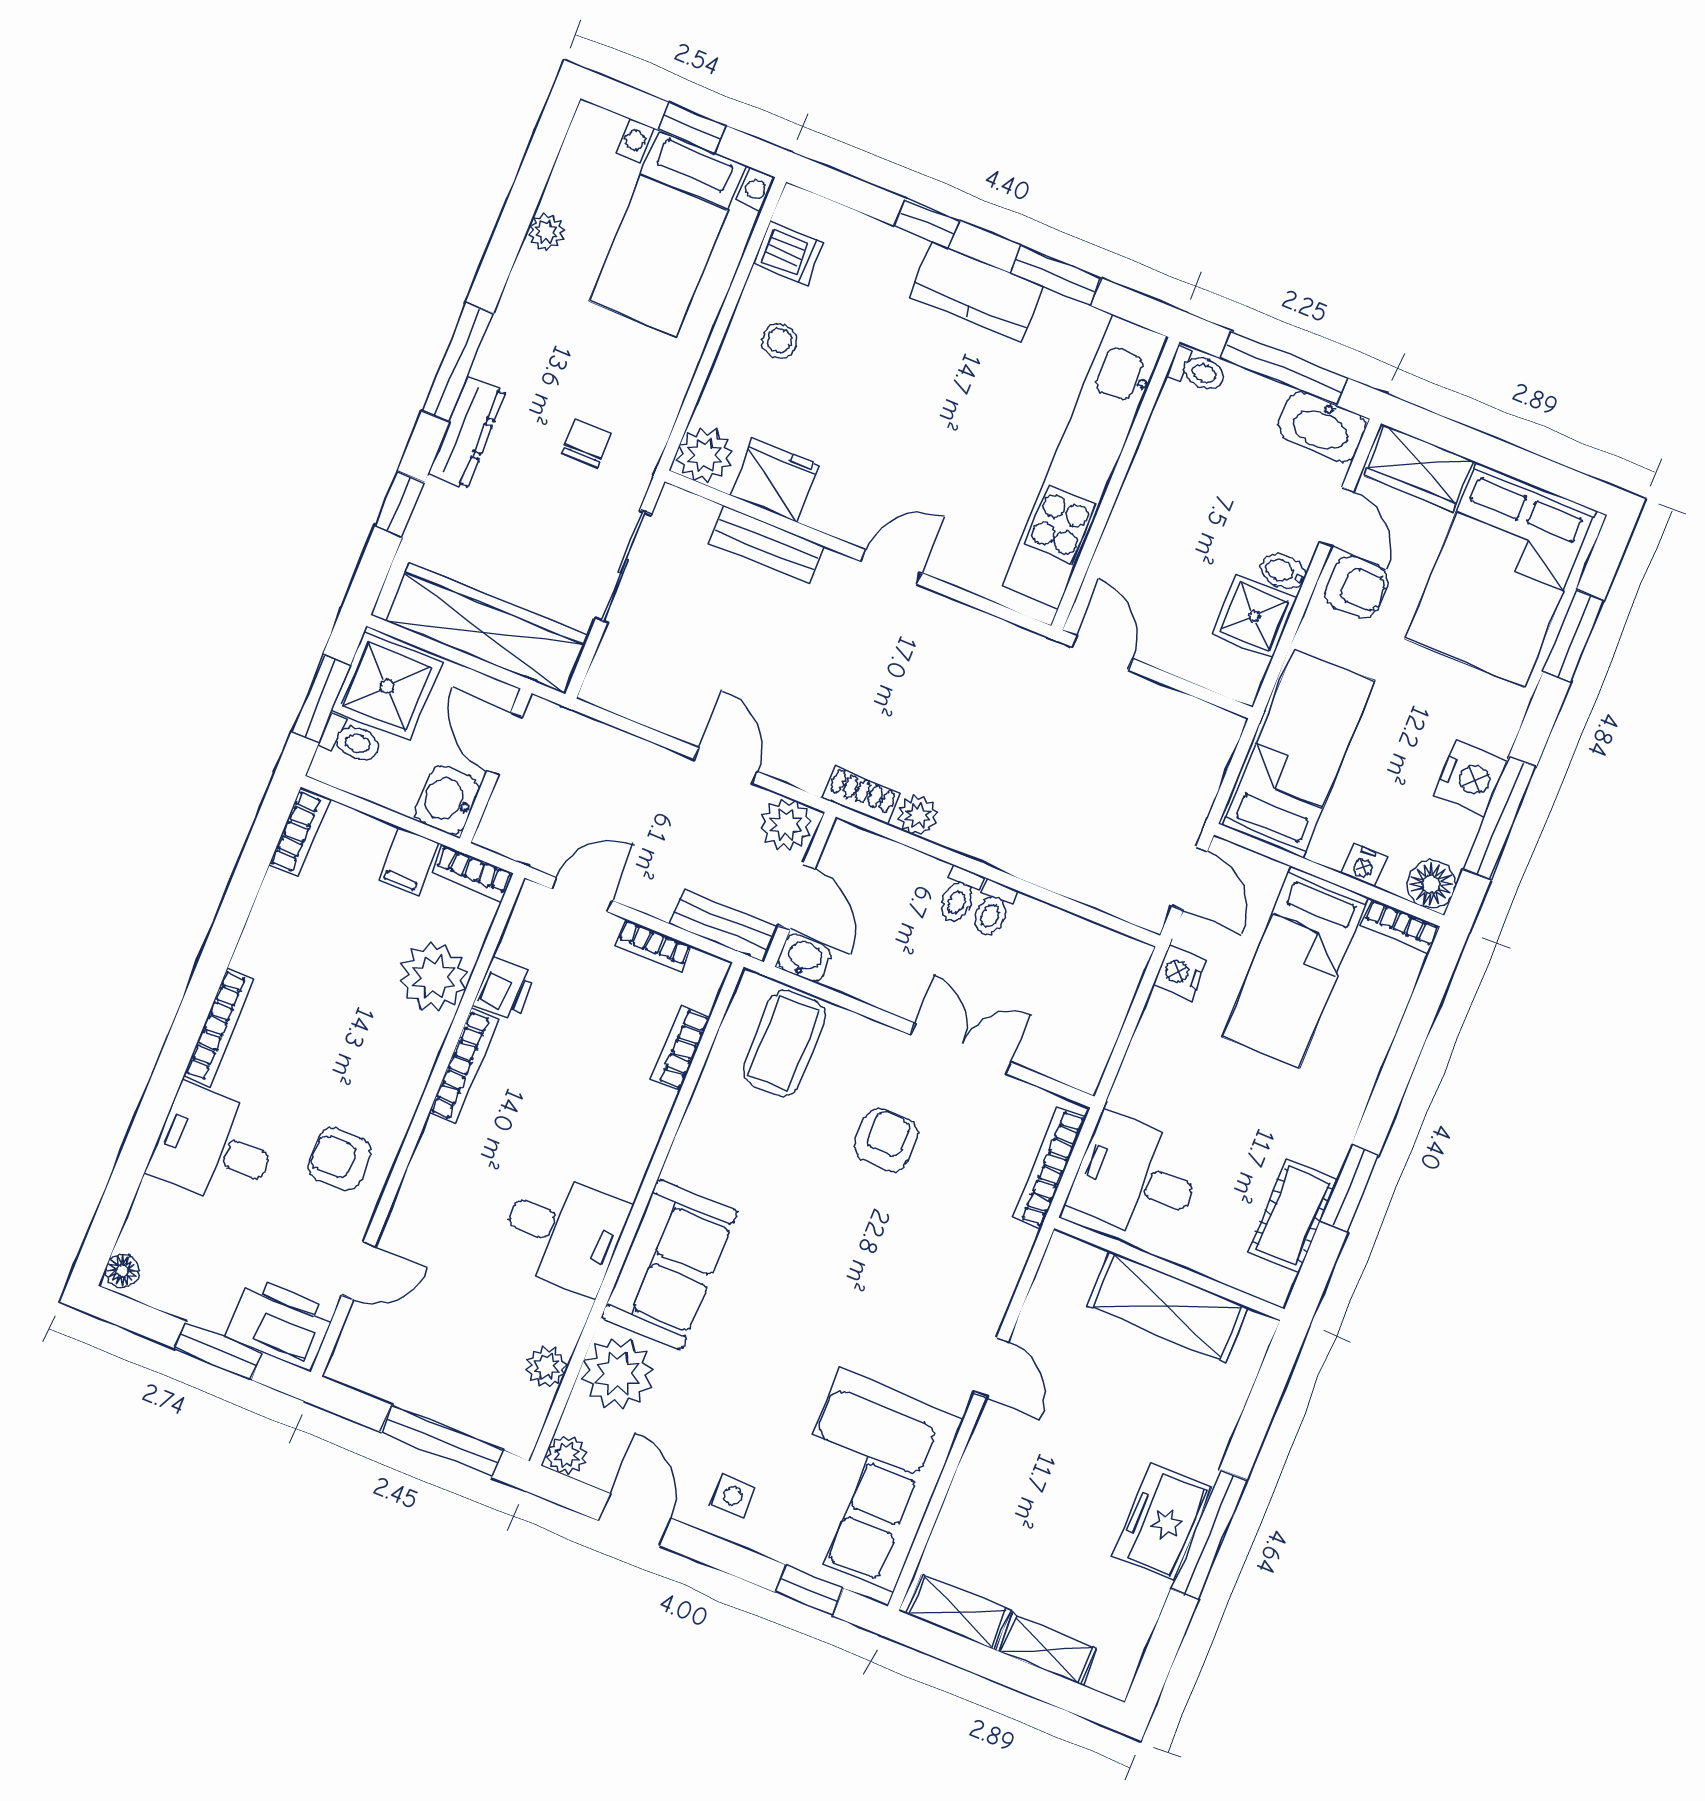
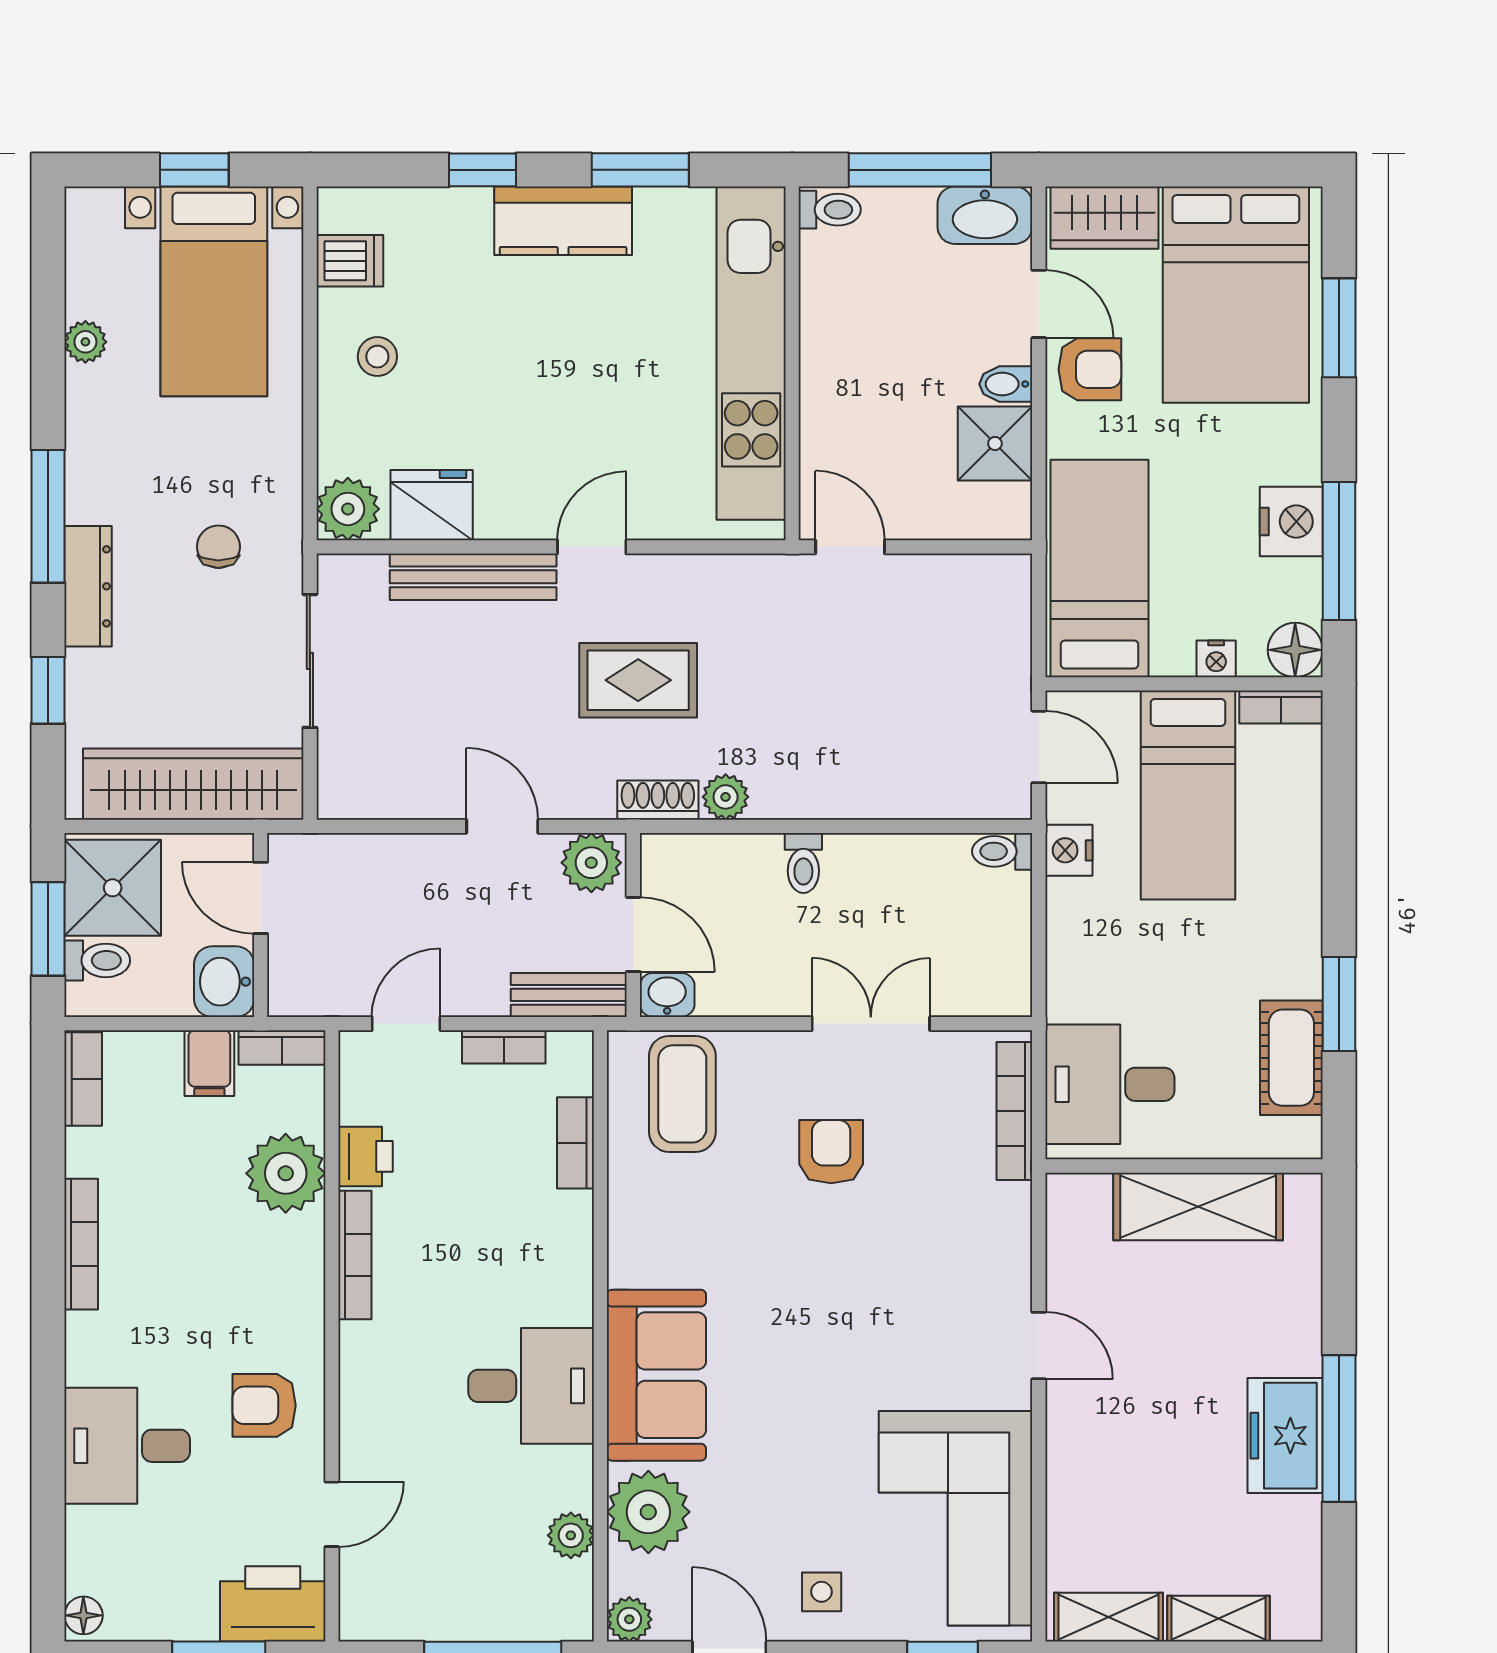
bench: (766, 545) -> (473, 577), width x1.36
rug: (885, 691) -> (638, 680), added
toilet: (993, 909) -> (1002, 851), moved, turned 90
bookcase: (219, 1027) -> (81, 1244), moved

